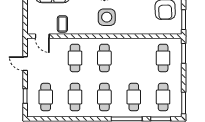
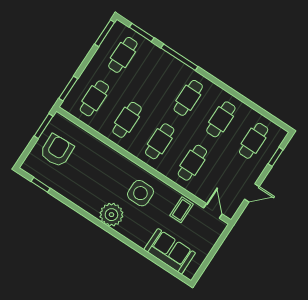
side table: (107, 17) -> (140, 193), moved
door: (25, 64) -> (252, 193), hinge flipped
cafe table: (134, 97) -> (127, 120), moved

